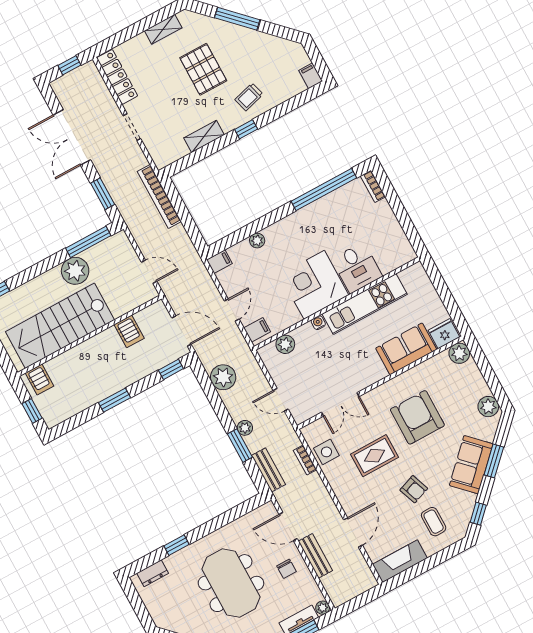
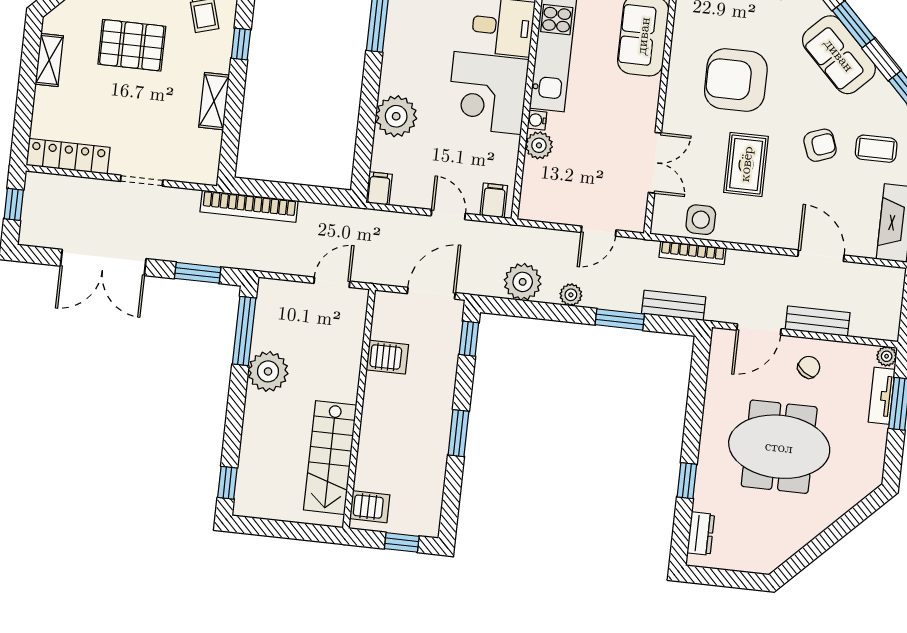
plant: (257, 241) -> (396, 116), width x1.87, depth x1.87
stairs: (60, 326) -> (330, 458), width x0.73, depth x0.66
plant: (285, 344) -> (539, 145), moved
plant: (245, 428) -> (571, 295), moved
bookcase: (305, 460) -> (692, 253), width x1.56
chair: (286, 569) -> (809, 367), turned -54

